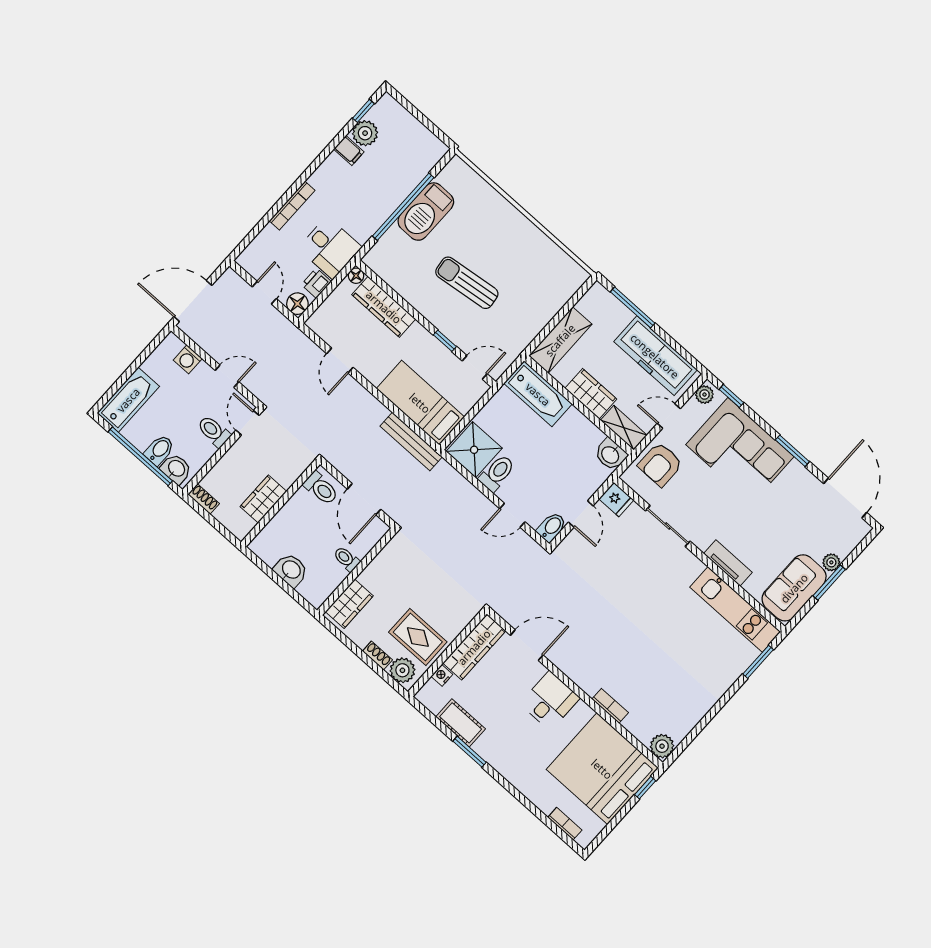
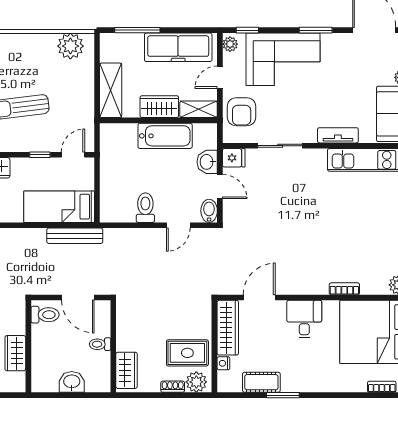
plant: (560, 268) -> (70, 46), added
bathtub: (538, 394) -> (165, 136), moved
shower: (474, 450) -> (118, 206), removed
washbasin: (611, 454) -> (207, 162), moved, turned 90

